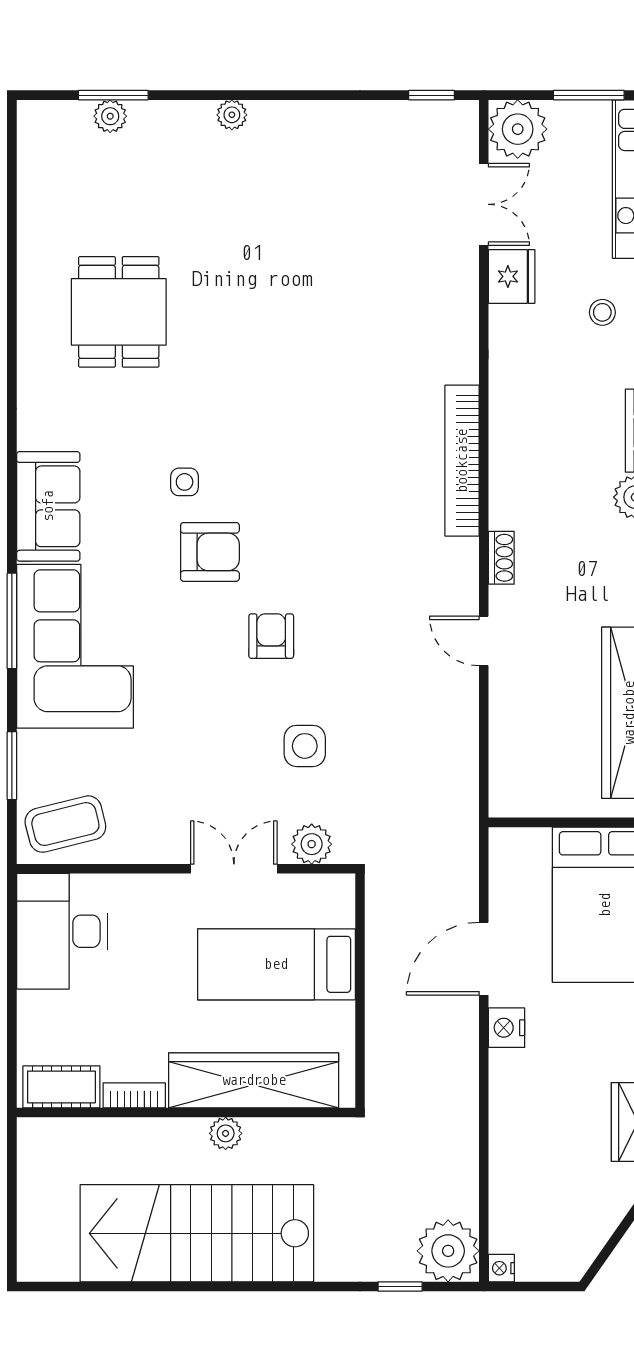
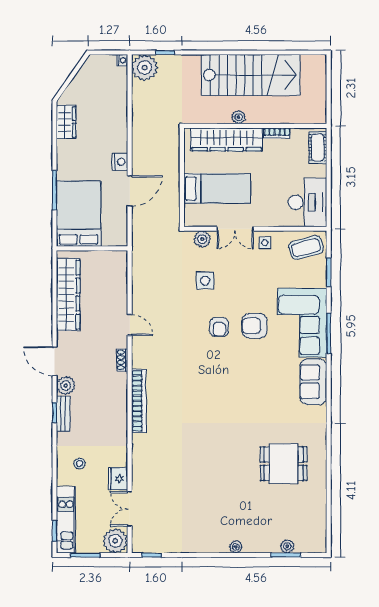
dining table: (119, 312) -> (284, 464), turned 90
side table: (185, 482) -> (265, 243), moved
armchair: (210, 552) -> (255, 326), moved
cot: (61, 1087) -> (318, 148), moved, turned 90

